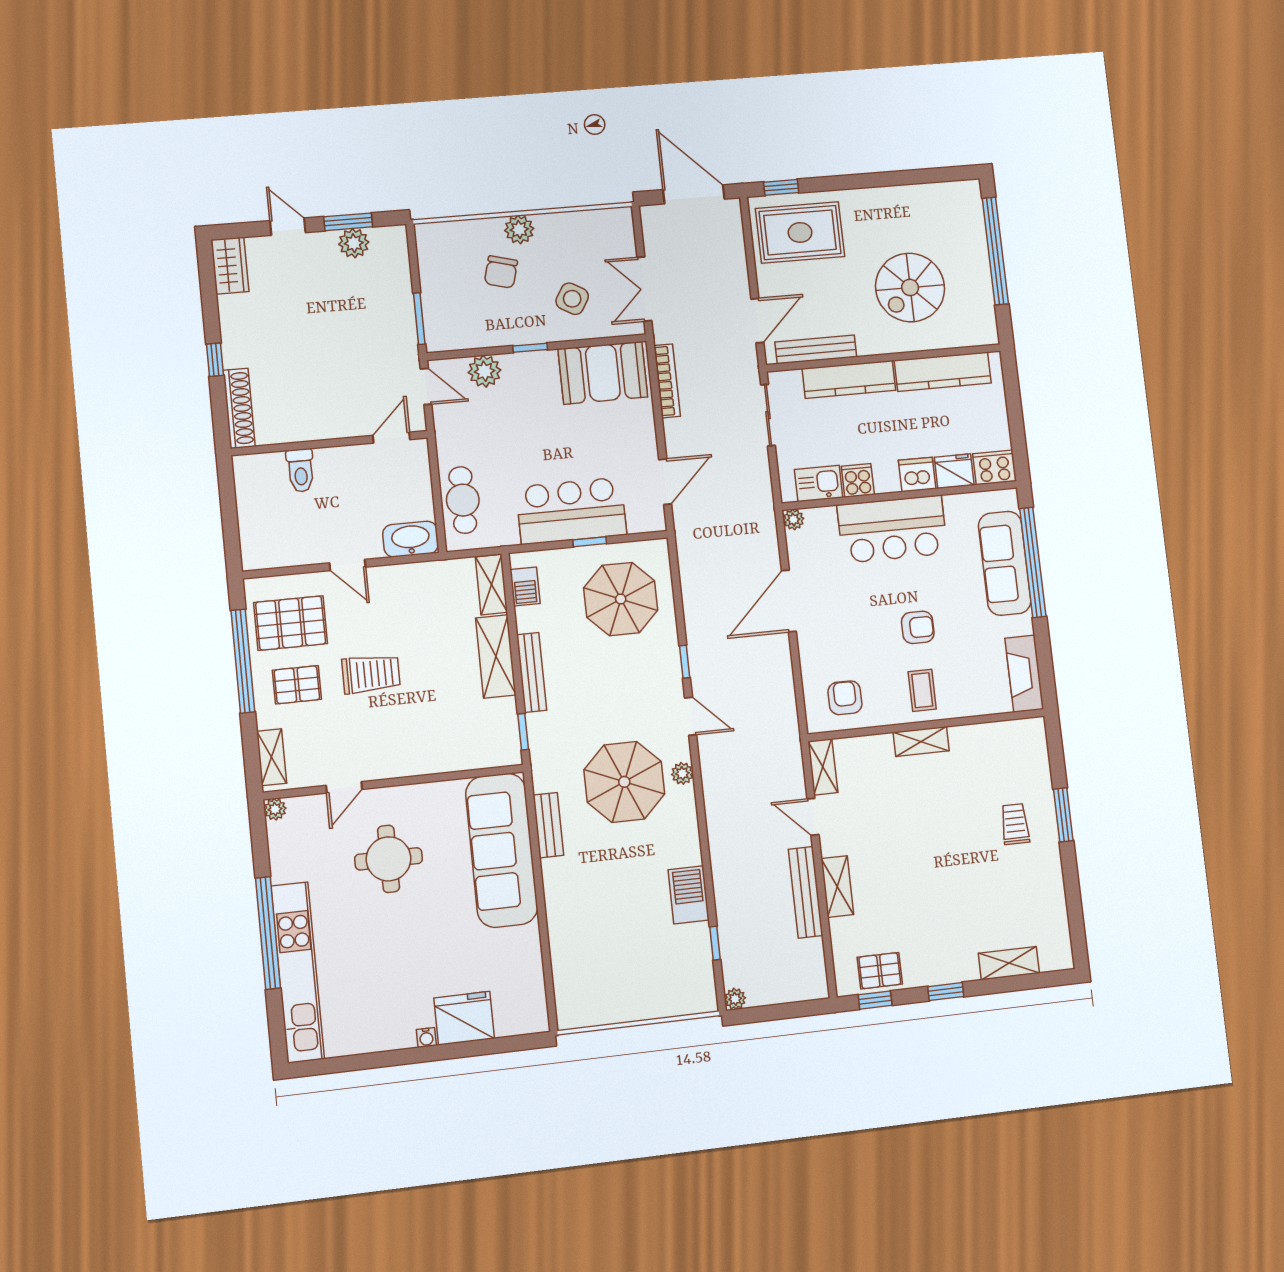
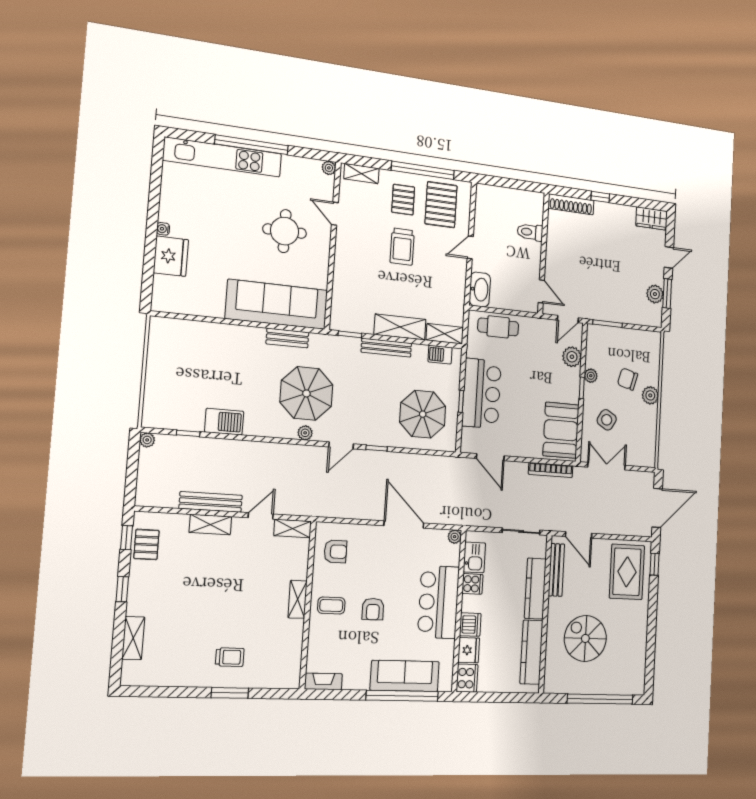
plant: (508, 335) -> (591, 376), added
fireplace: (1024, 674) -> (323, 681), width x0.73, depth x0.76

